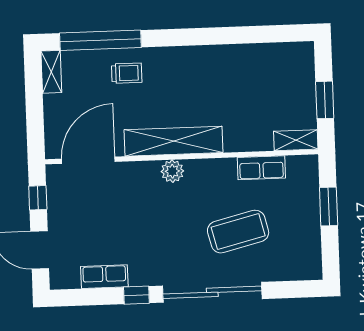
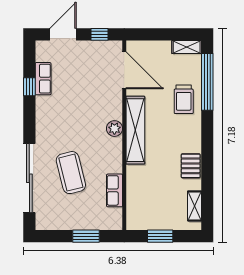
pallet: (222, 60) -> (191, 166), added
trolley: (127, 73) -> (184, 99), width x1.36, depth x1.39
shelving: (296, 140) -> (194, 206), moved
sliding door: (212, 292) -> (29, 178), moved
window: (136, 295) -> (29, 87), moved

